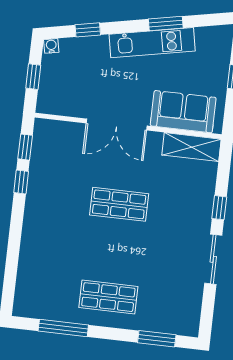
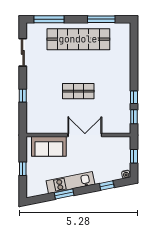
shelving: (191, 147) -> (42, 127), removed
sliding door: (213, 259) -> (23, 52), moved
shop shelf: (108, 297) -> (78, 39), width x2.00, depth x1.36
window: (157, 339) -> (49, 19), width x1.44

